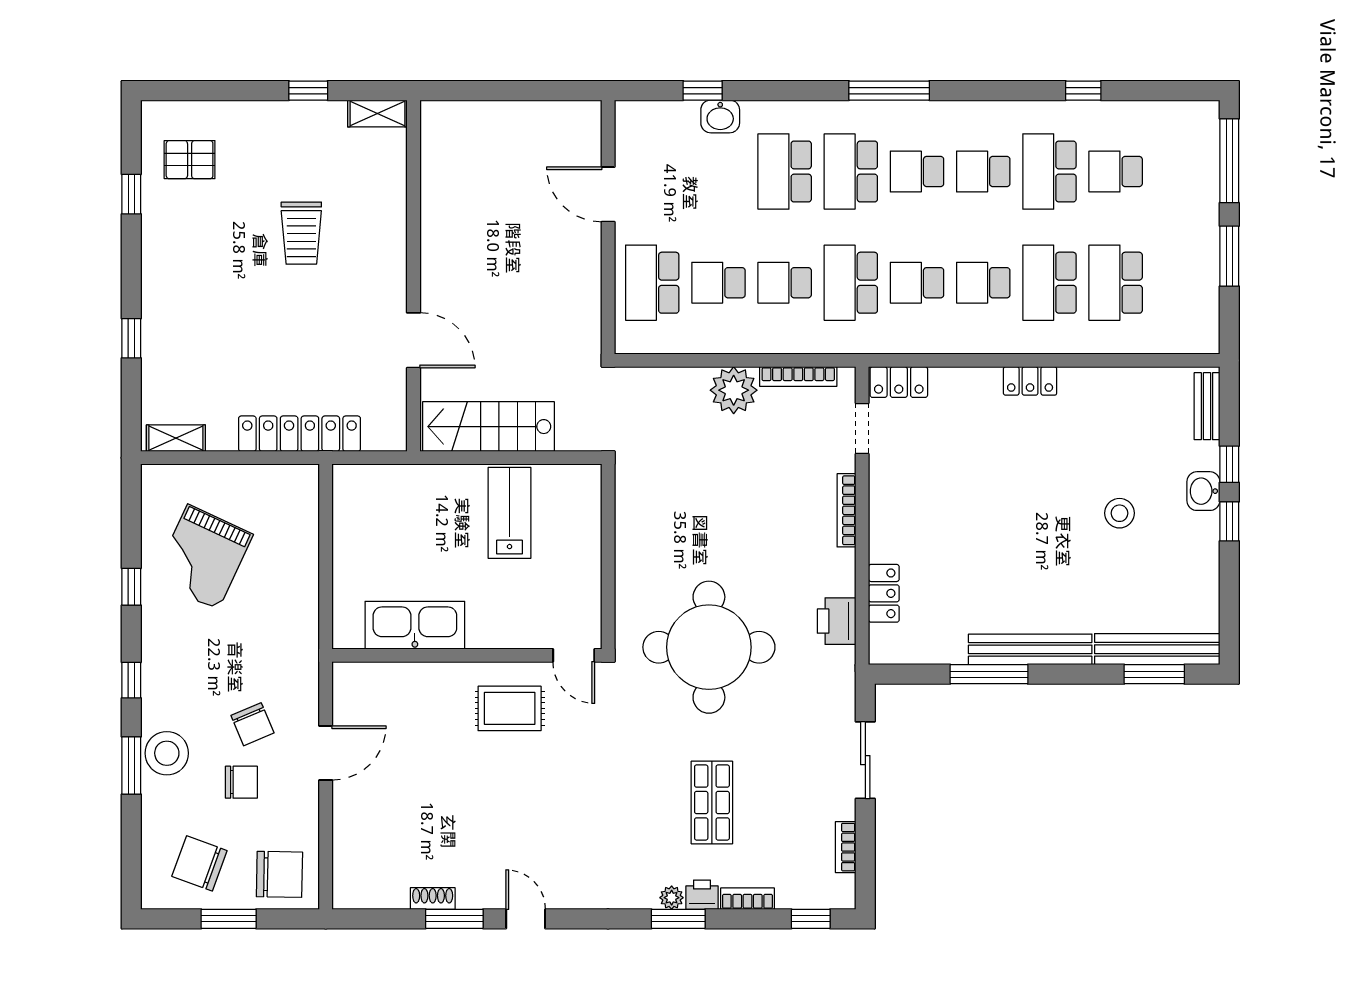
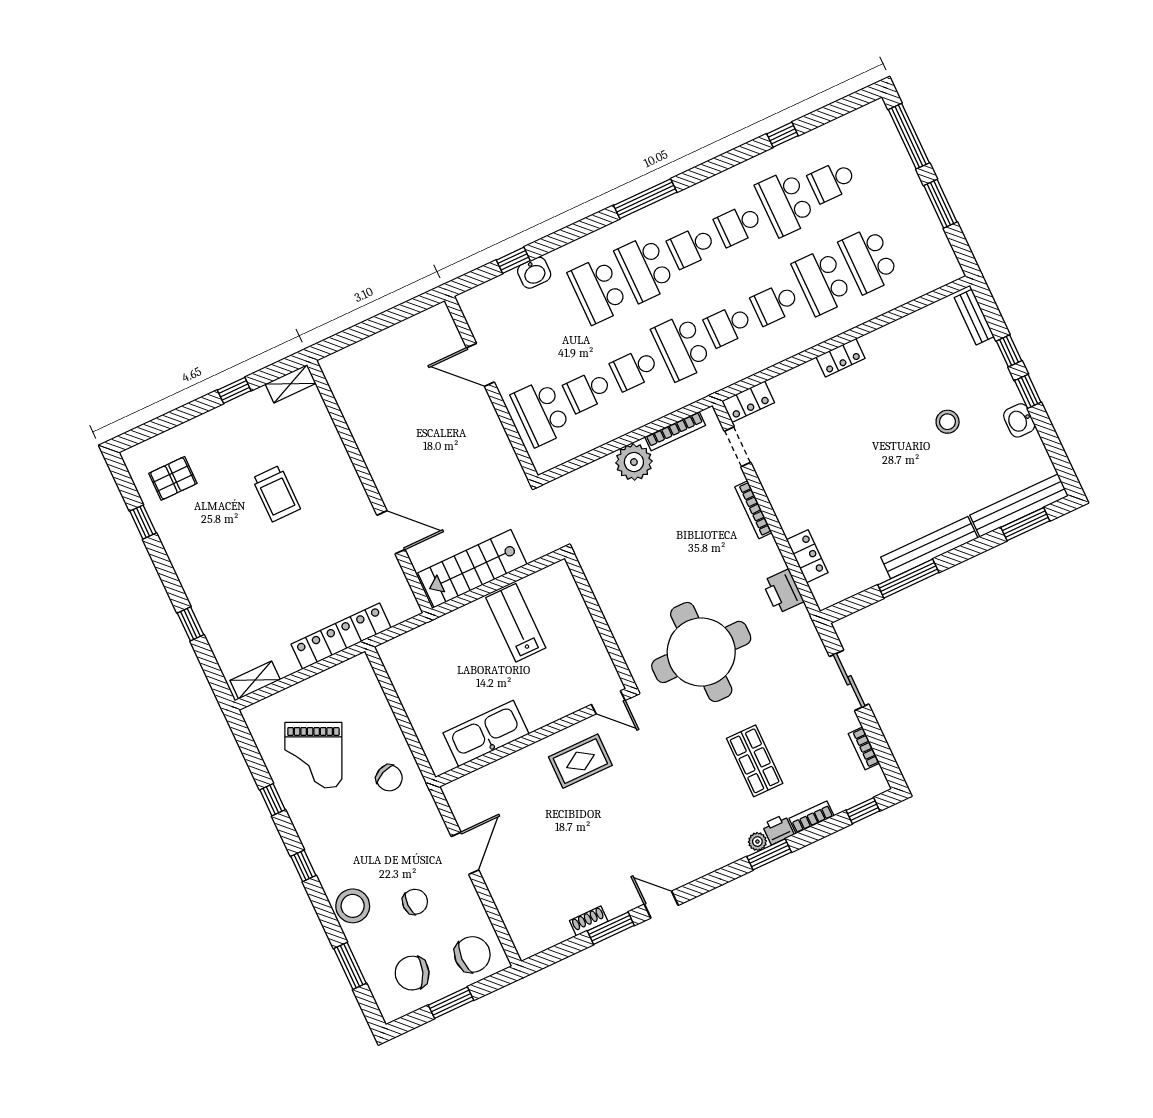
washbasin: (1203, 491) -> (1019, 420), moved
chair: (252, 724) -> (389, 778), moved
window: (131, 765) -> (350, 966), moved

